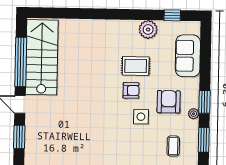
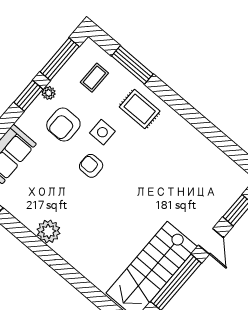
plant: (148, 30) -> (48, 231), moved
rug: (136, 66) -> (140, 109), moved
window: (204, 140) -> (60, 59), width x1.44

